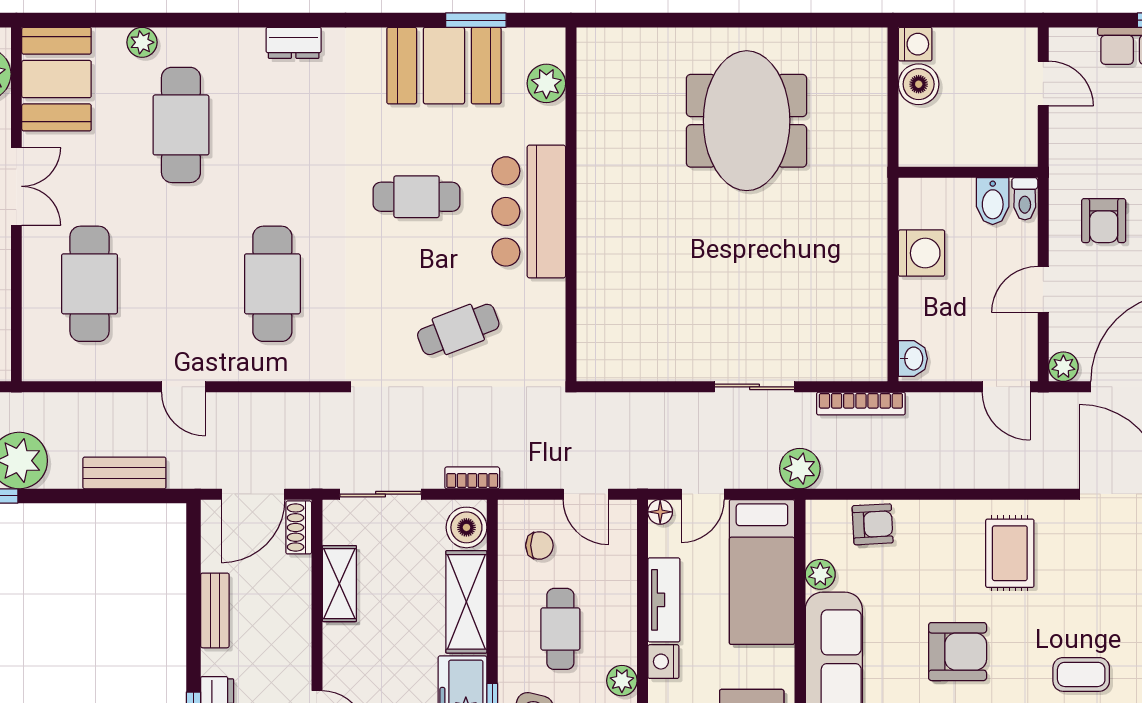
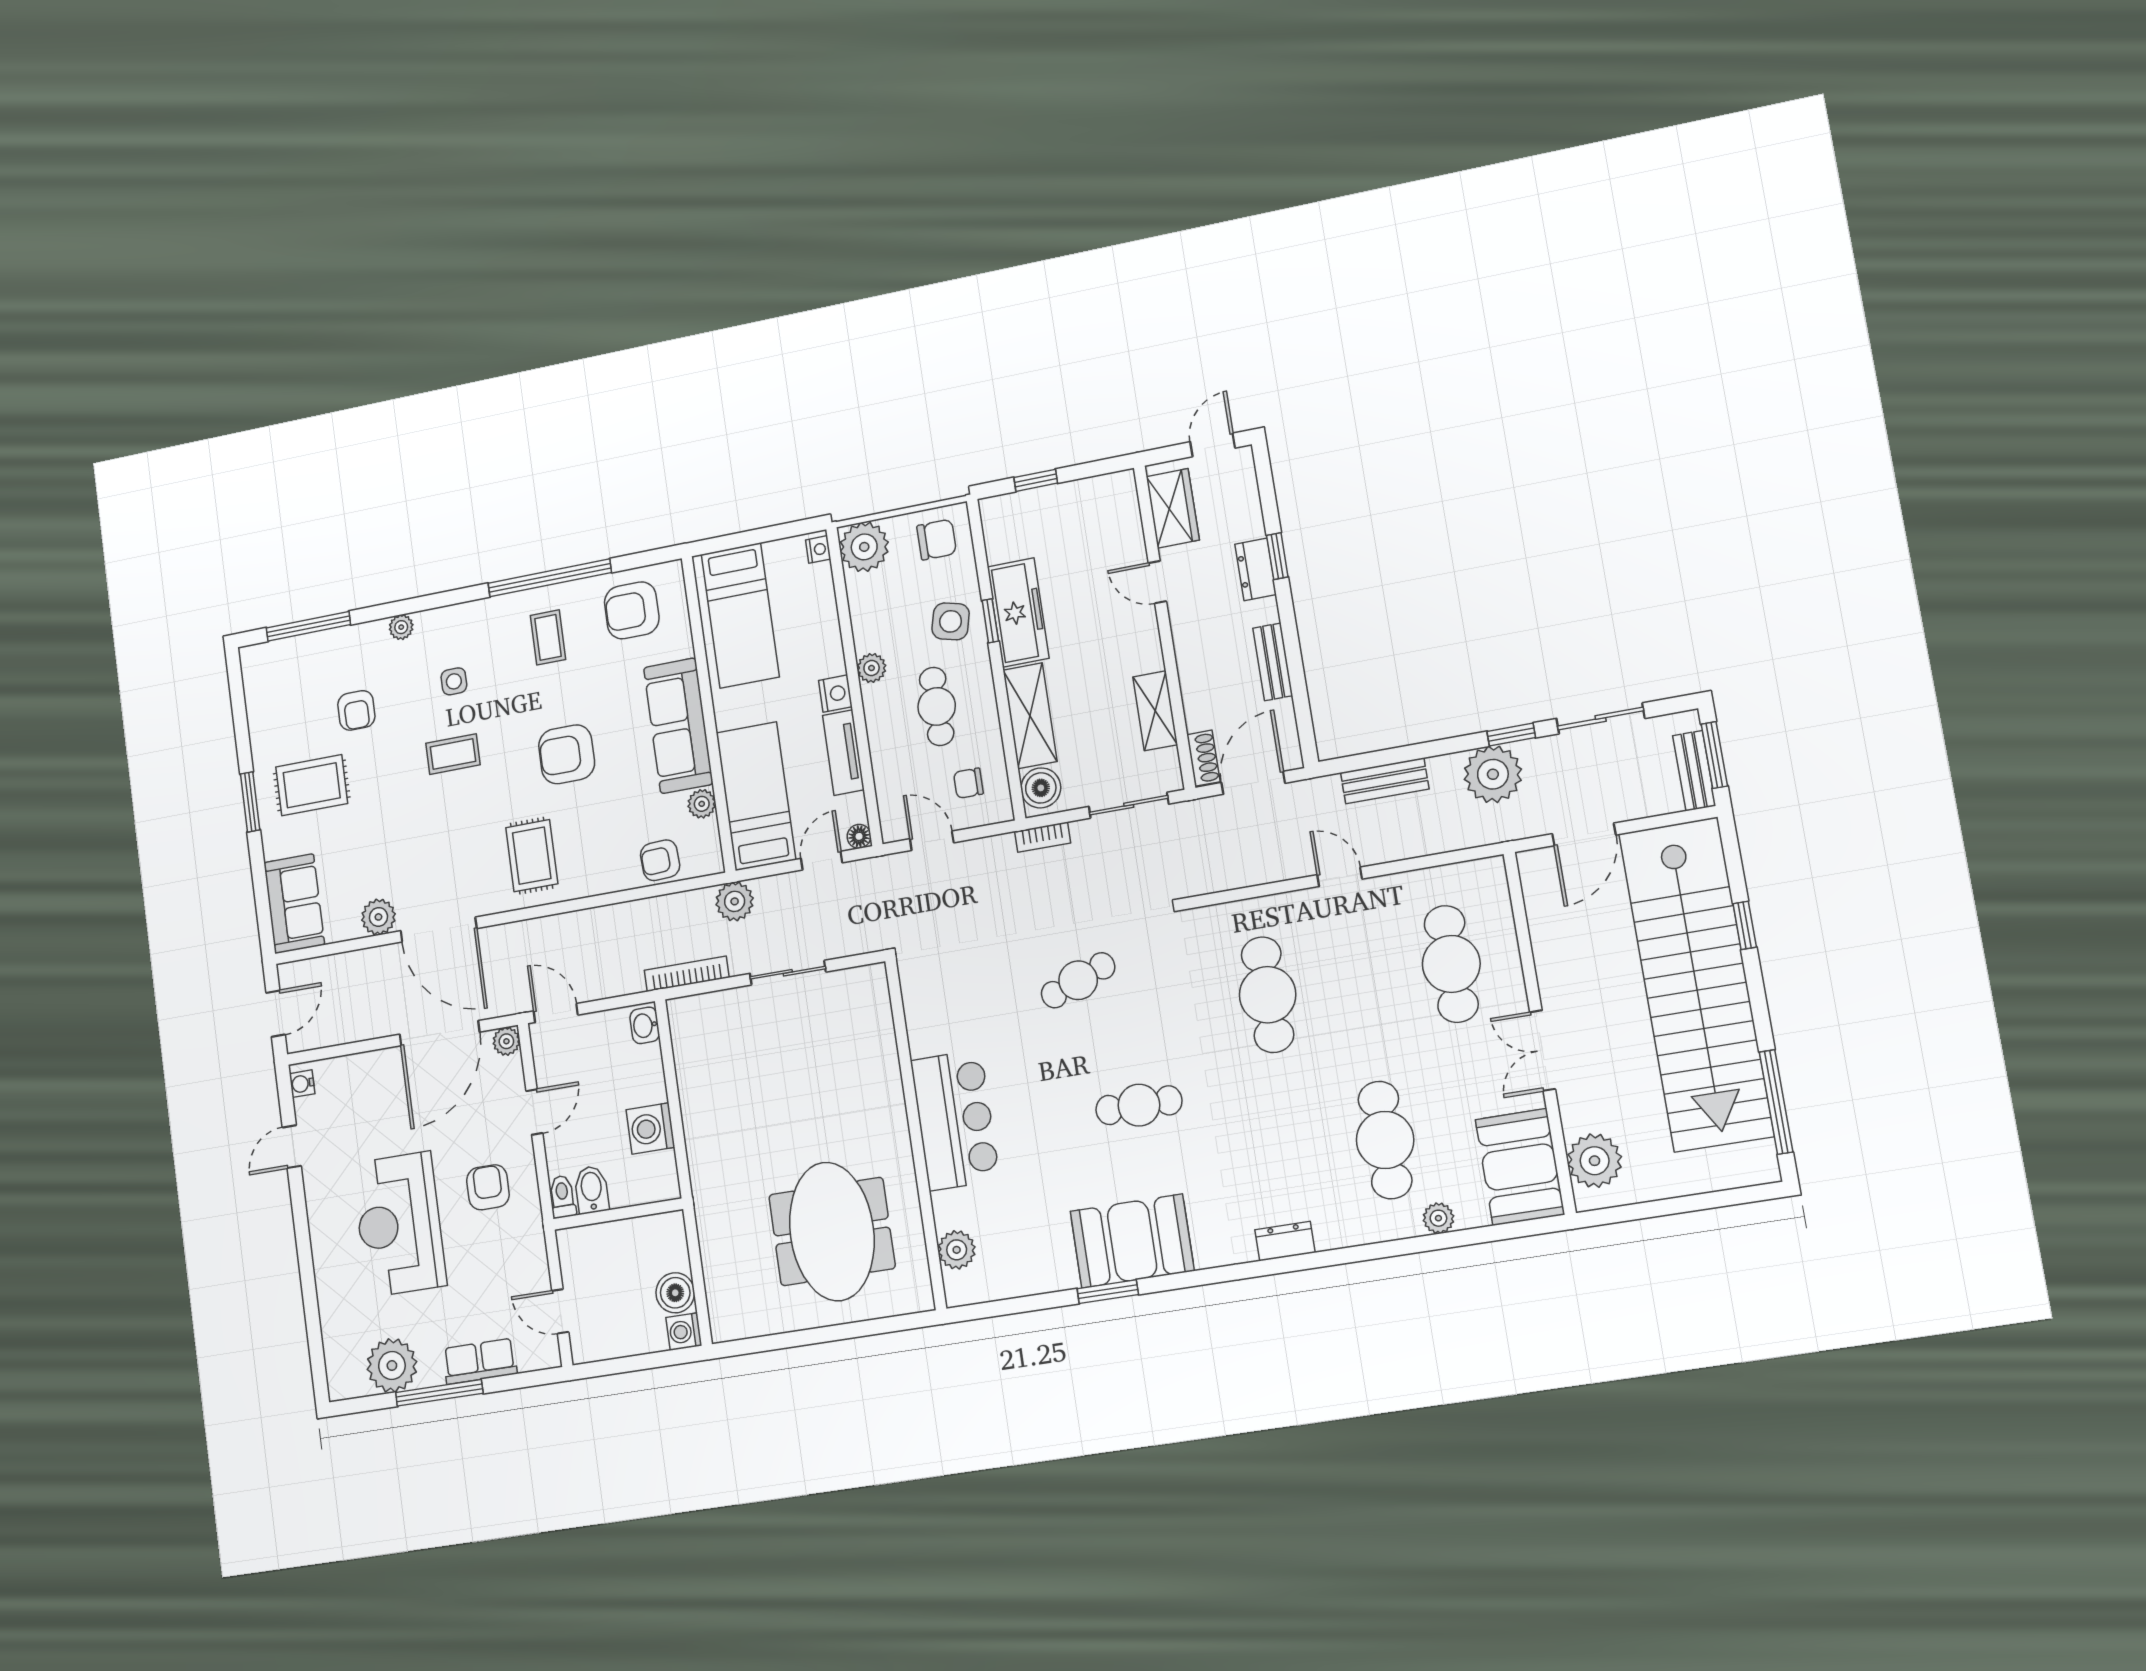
plant: (546, 83) -> (957, 1250), moved
wall: (571, 204) -> (916, 1134), moved
bar counter: (529, 211) -> (955, 1120), moved

